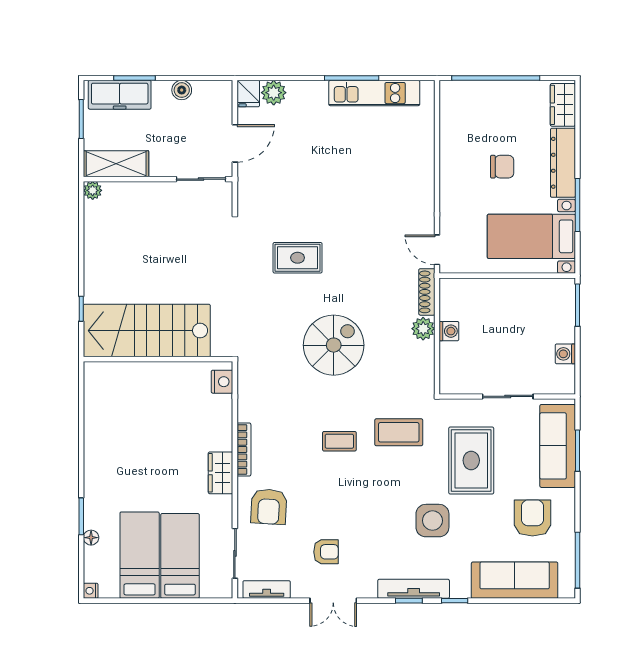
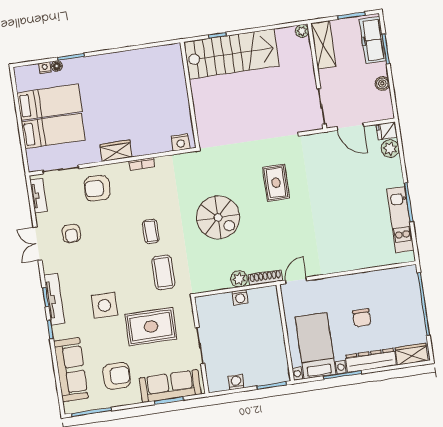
stairs: (147, 331) -> (232, 54), moved, turned 90
bookcase: (244, 450) -> (142, 164), width x0.64
nightstand: (91, 591) -> (45, 68), moved

